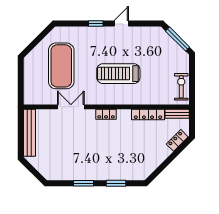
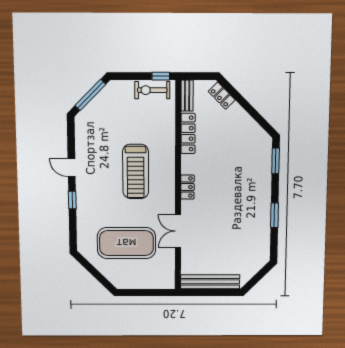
window: (192, 93) -> (161, 76), added
window: (116, 183) -> (276, 161), moved

